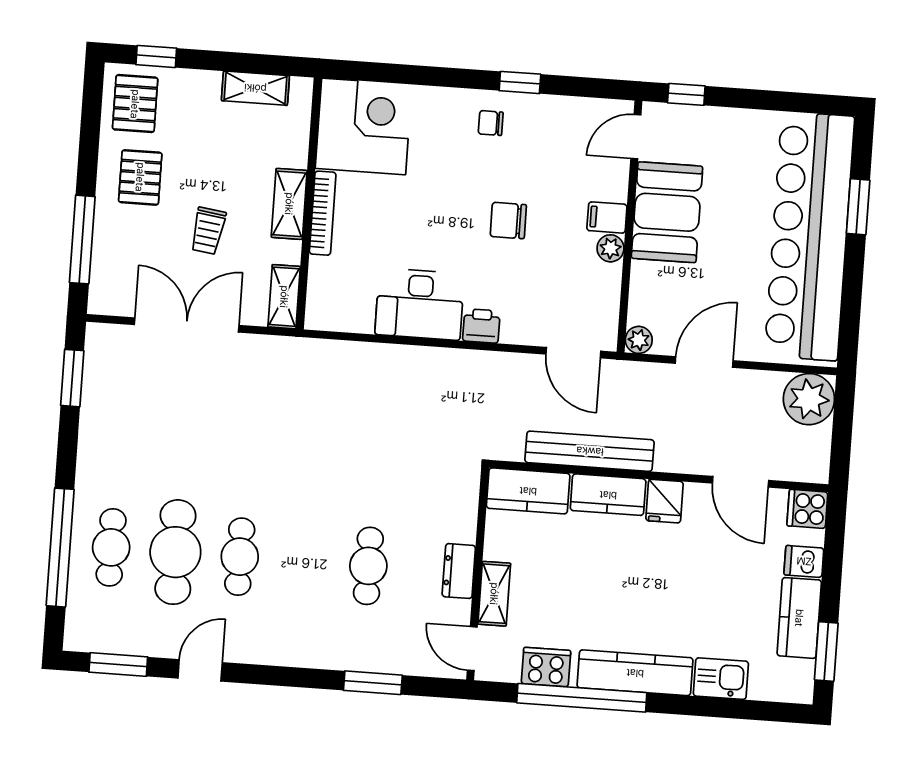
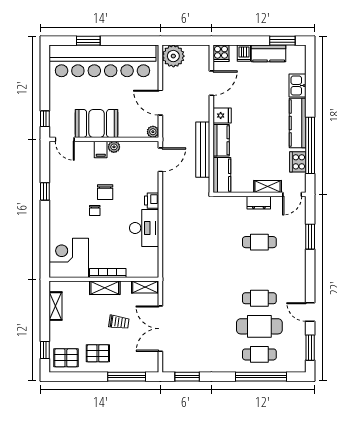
chair: (491, 123) -> (95, 211), moved

